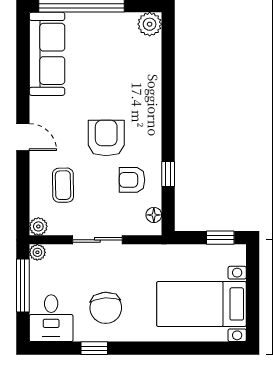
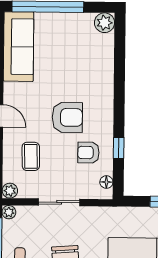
armchair: (106, 138) -> (67, 117), turned 90

